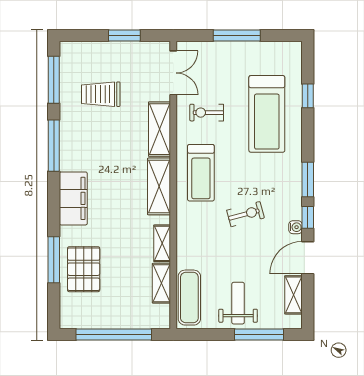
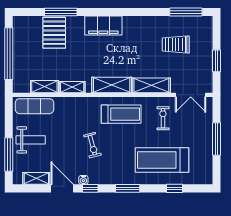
trolley: (101, 94) -> (176, 45), turned -90
window: (54, 146) -> (140, 12), removed
treadmill: (201, 173) -> (121, 114), turned 180
window: (308, 179) -> (128, 188), moved
pallet: (84, 269) -> (54, 33), turned 90

